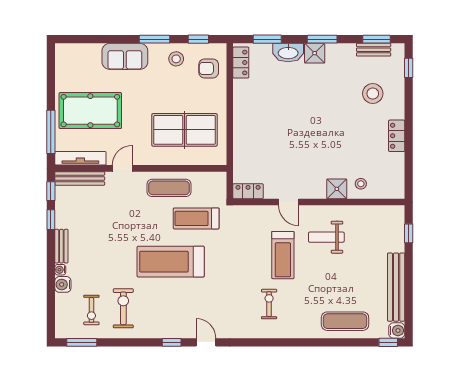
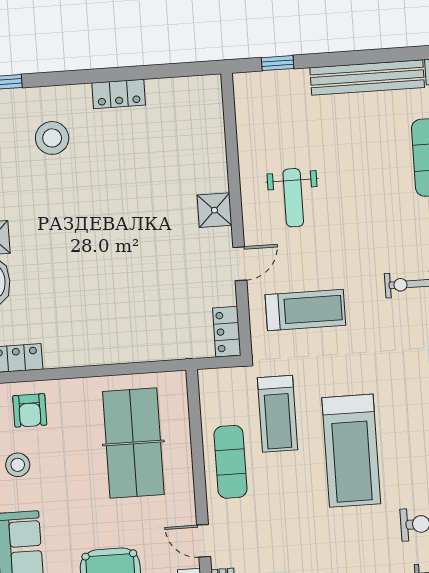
stool: (361, 184) -> (202, 147), removed
shower: (337, 189) -> (214, 210), moved
treadmill: (283, 255) -> (305, 310), moved

